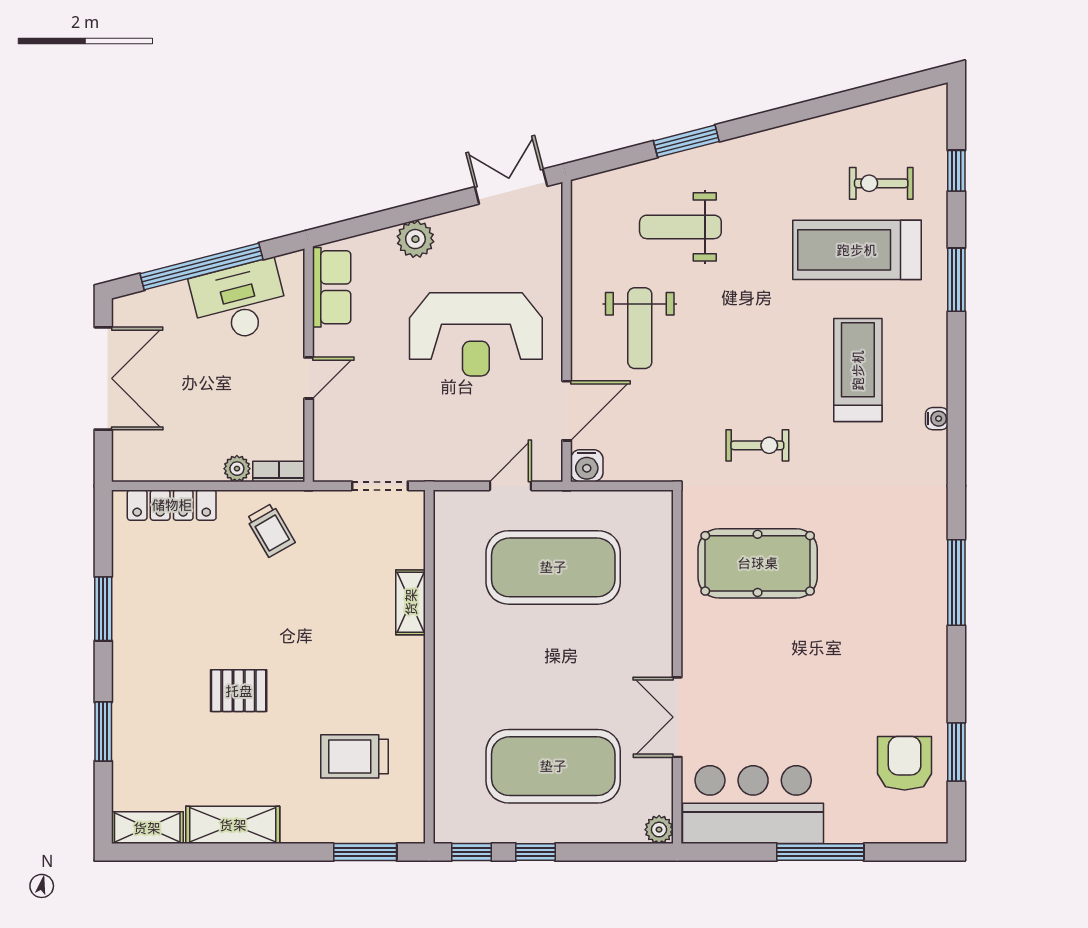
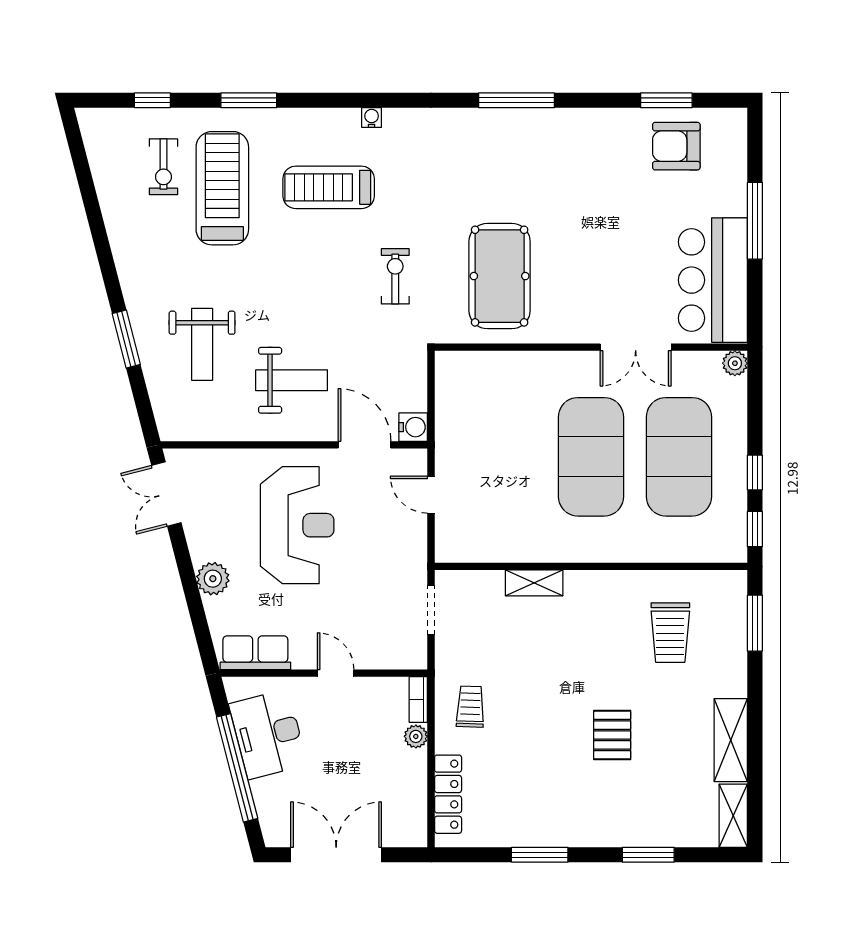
treadmill: (857, 250) -> (222, 188), turned 180
trolley: (271, 530) -> (470, 707), turned -58
exercise mat: (553, 567) -> (591, 457), moved

